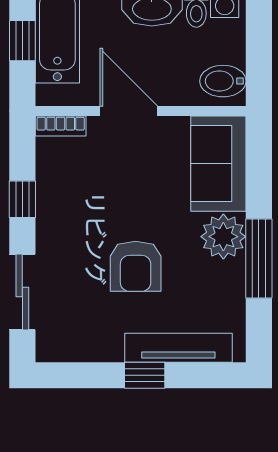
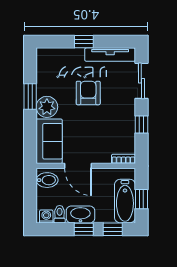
door: (129, 111) -> (78, 166), moved
window: (259, 258) -> (30, 97), width x0.69
tv unit: (178, 348) -> (110, 55), moved

